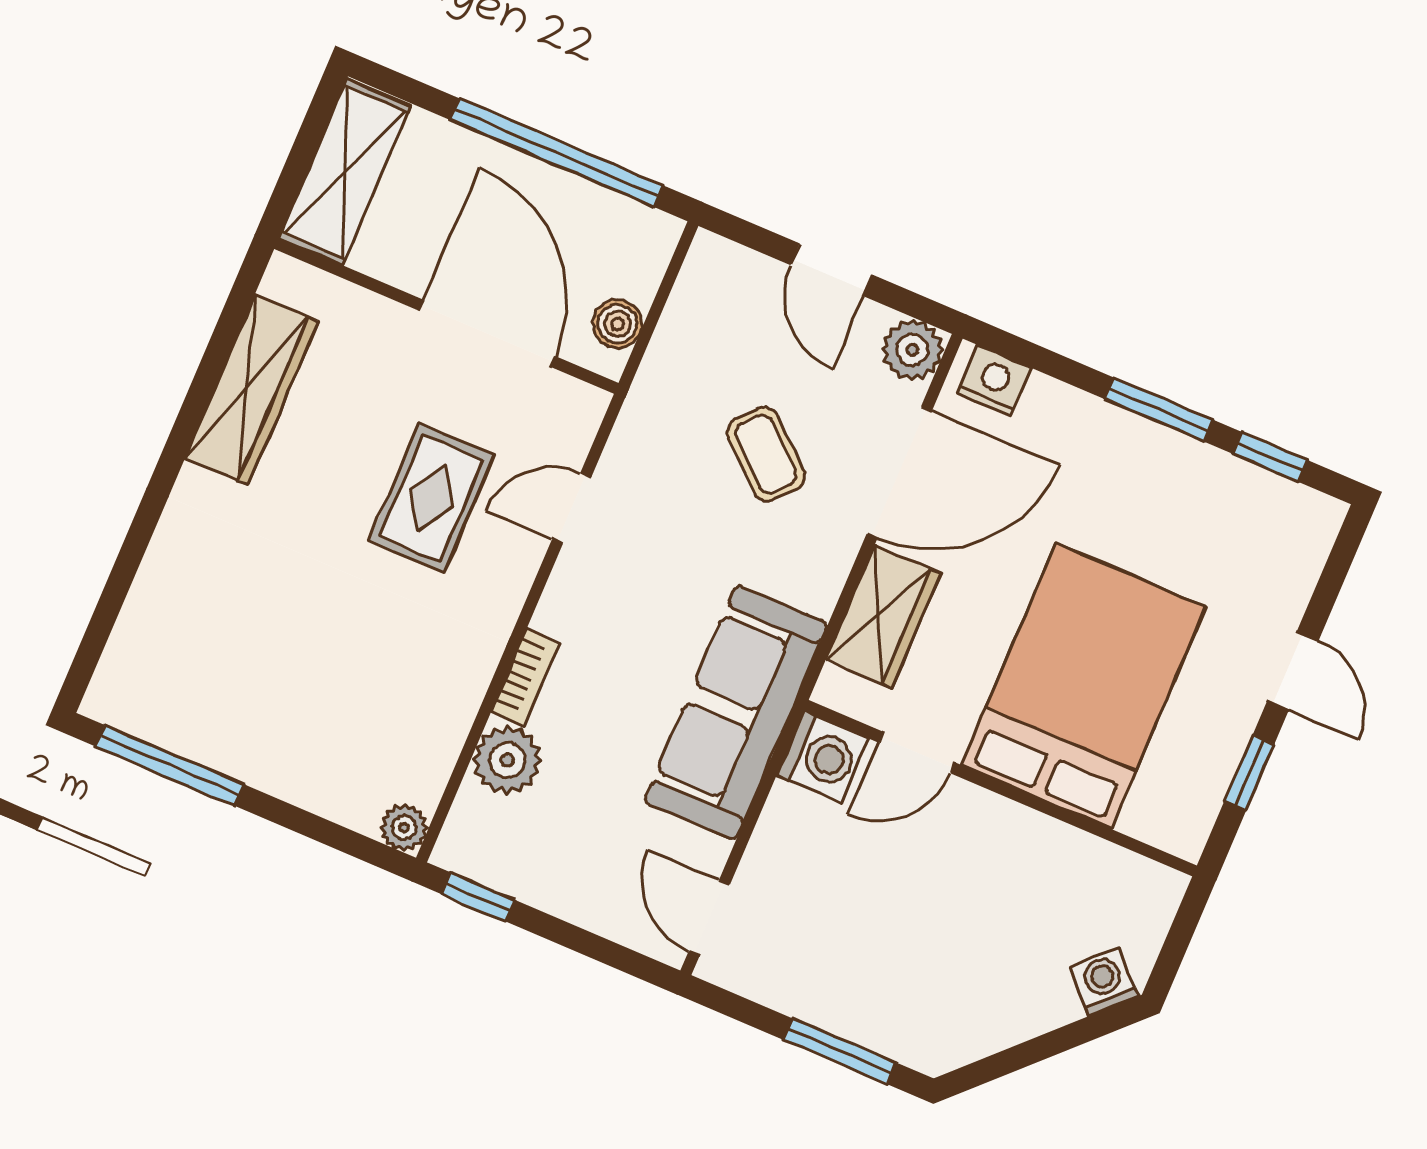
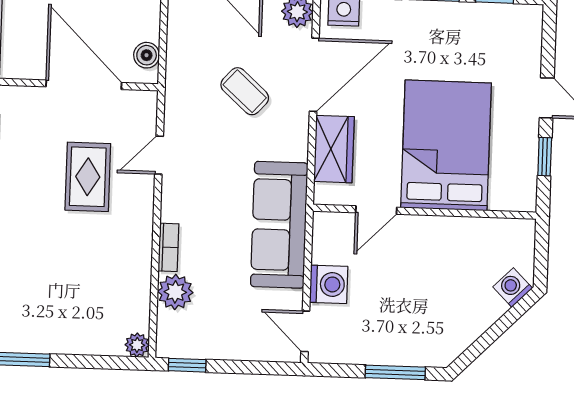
washing machine: (822, 757) -> (329, 284), moved

